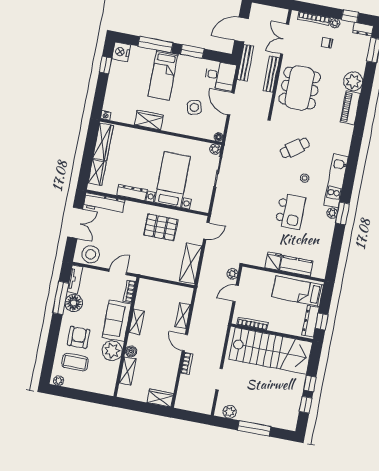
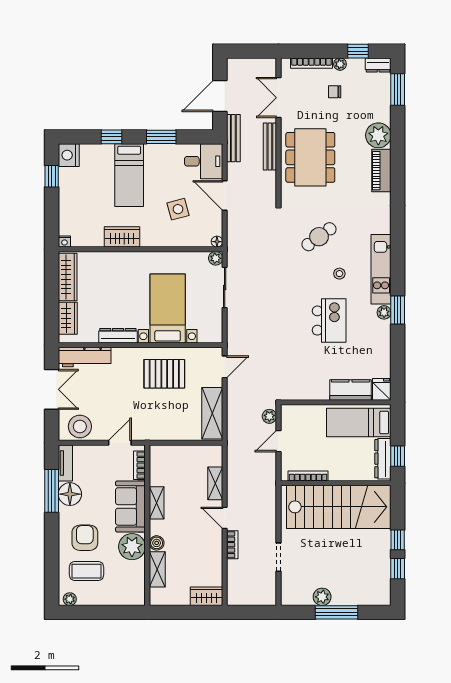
window: (155, 44) -> (112, 137), width x0.46
fridge: (273, 261) -> (382, 389), moved
plant: (230, 412) -> (322, 597), moved

